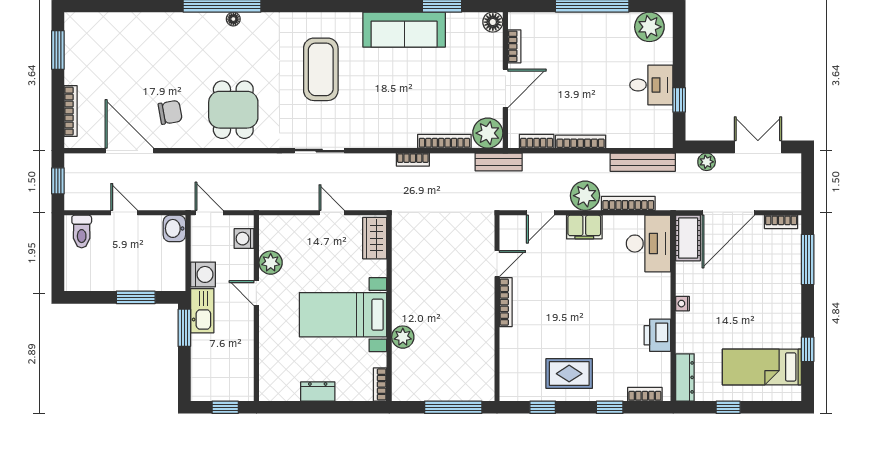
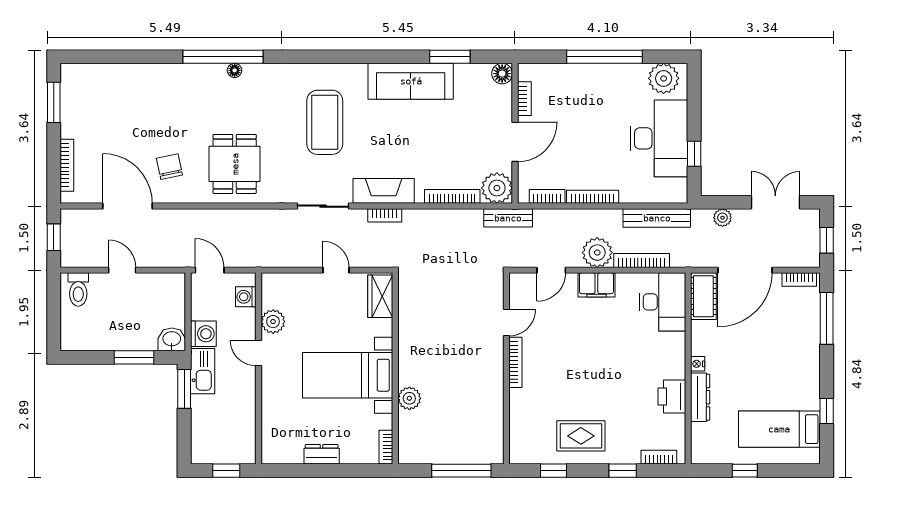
desk: (651, 85) -> (659, 138), width x1.87, depth x1.30
chair: (170, 112) -> (169, 167), turned -92
fireplace: (378, 136) -> (384, 191), added
bookcase: (413, 160) -> (385, 215), moved
window: (808, 184) -> (827, 240), added
washbasin: (174, 228) -> (172, 339), moved, turned 90
dresser: (685, 377) -> (700, 397), moved

